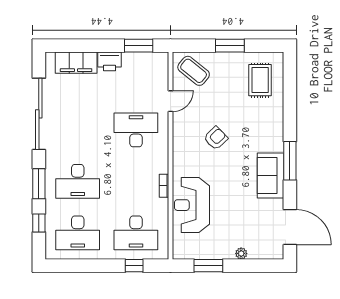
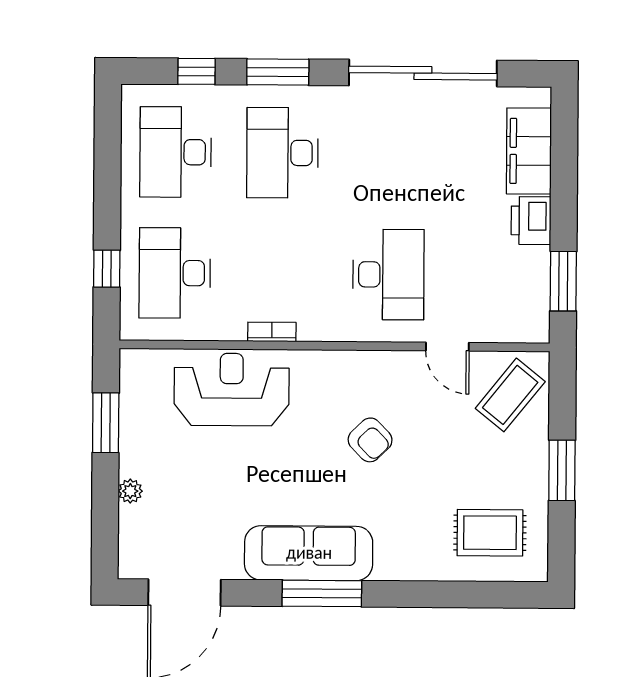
sofa: (271, 176) -> (309, 553), width x1.36

